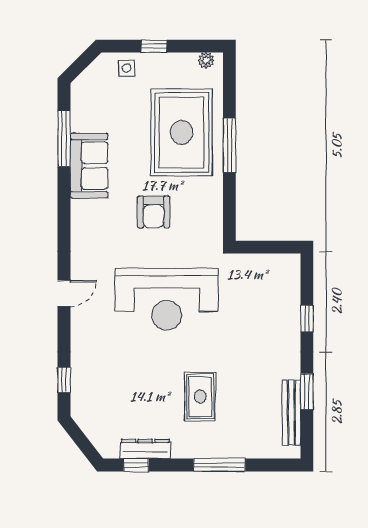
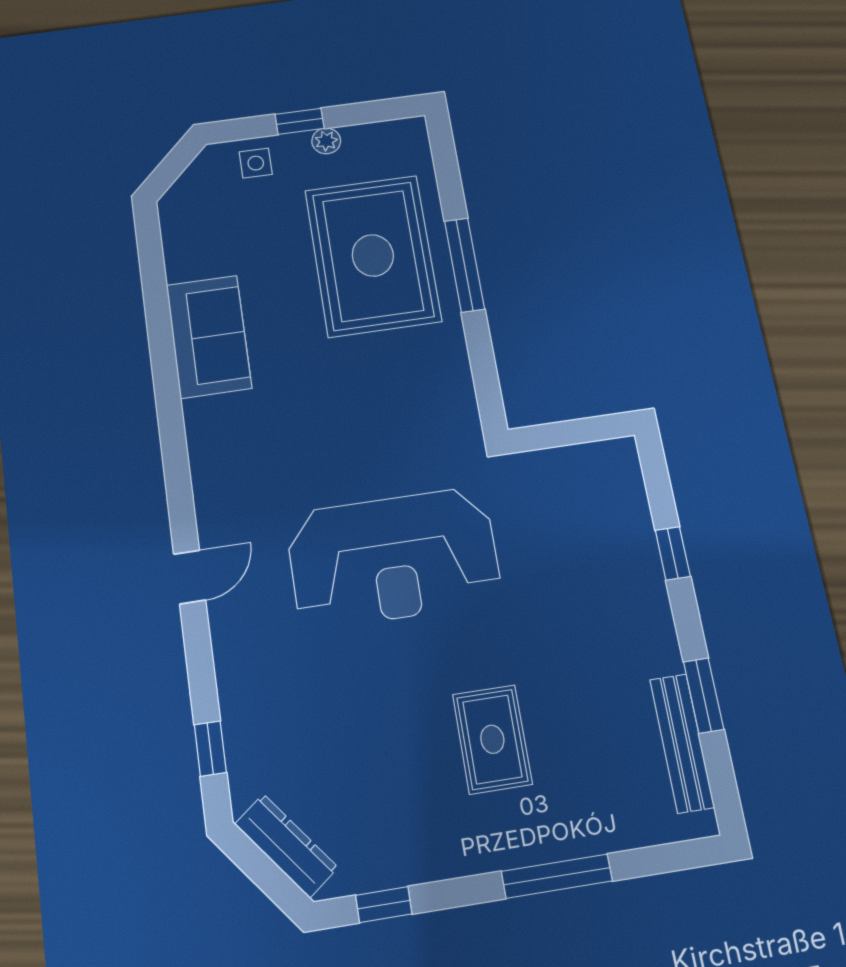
plant: (206, 60) -> (326, 141), moved
window: (64, 138) -> (156, 296), removed
armchair: (154, 212) -> (343, 400), removed
dresser: (145, 449) -> (286, 846), moved, turned 52

